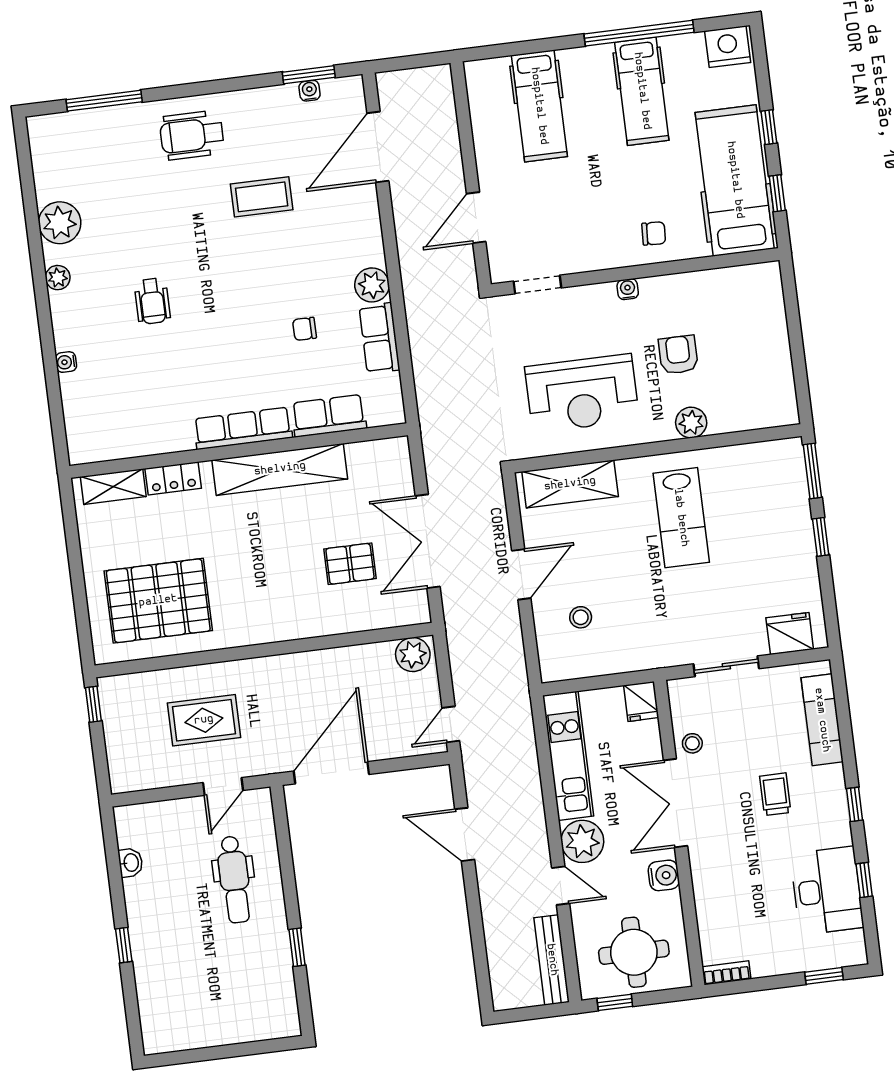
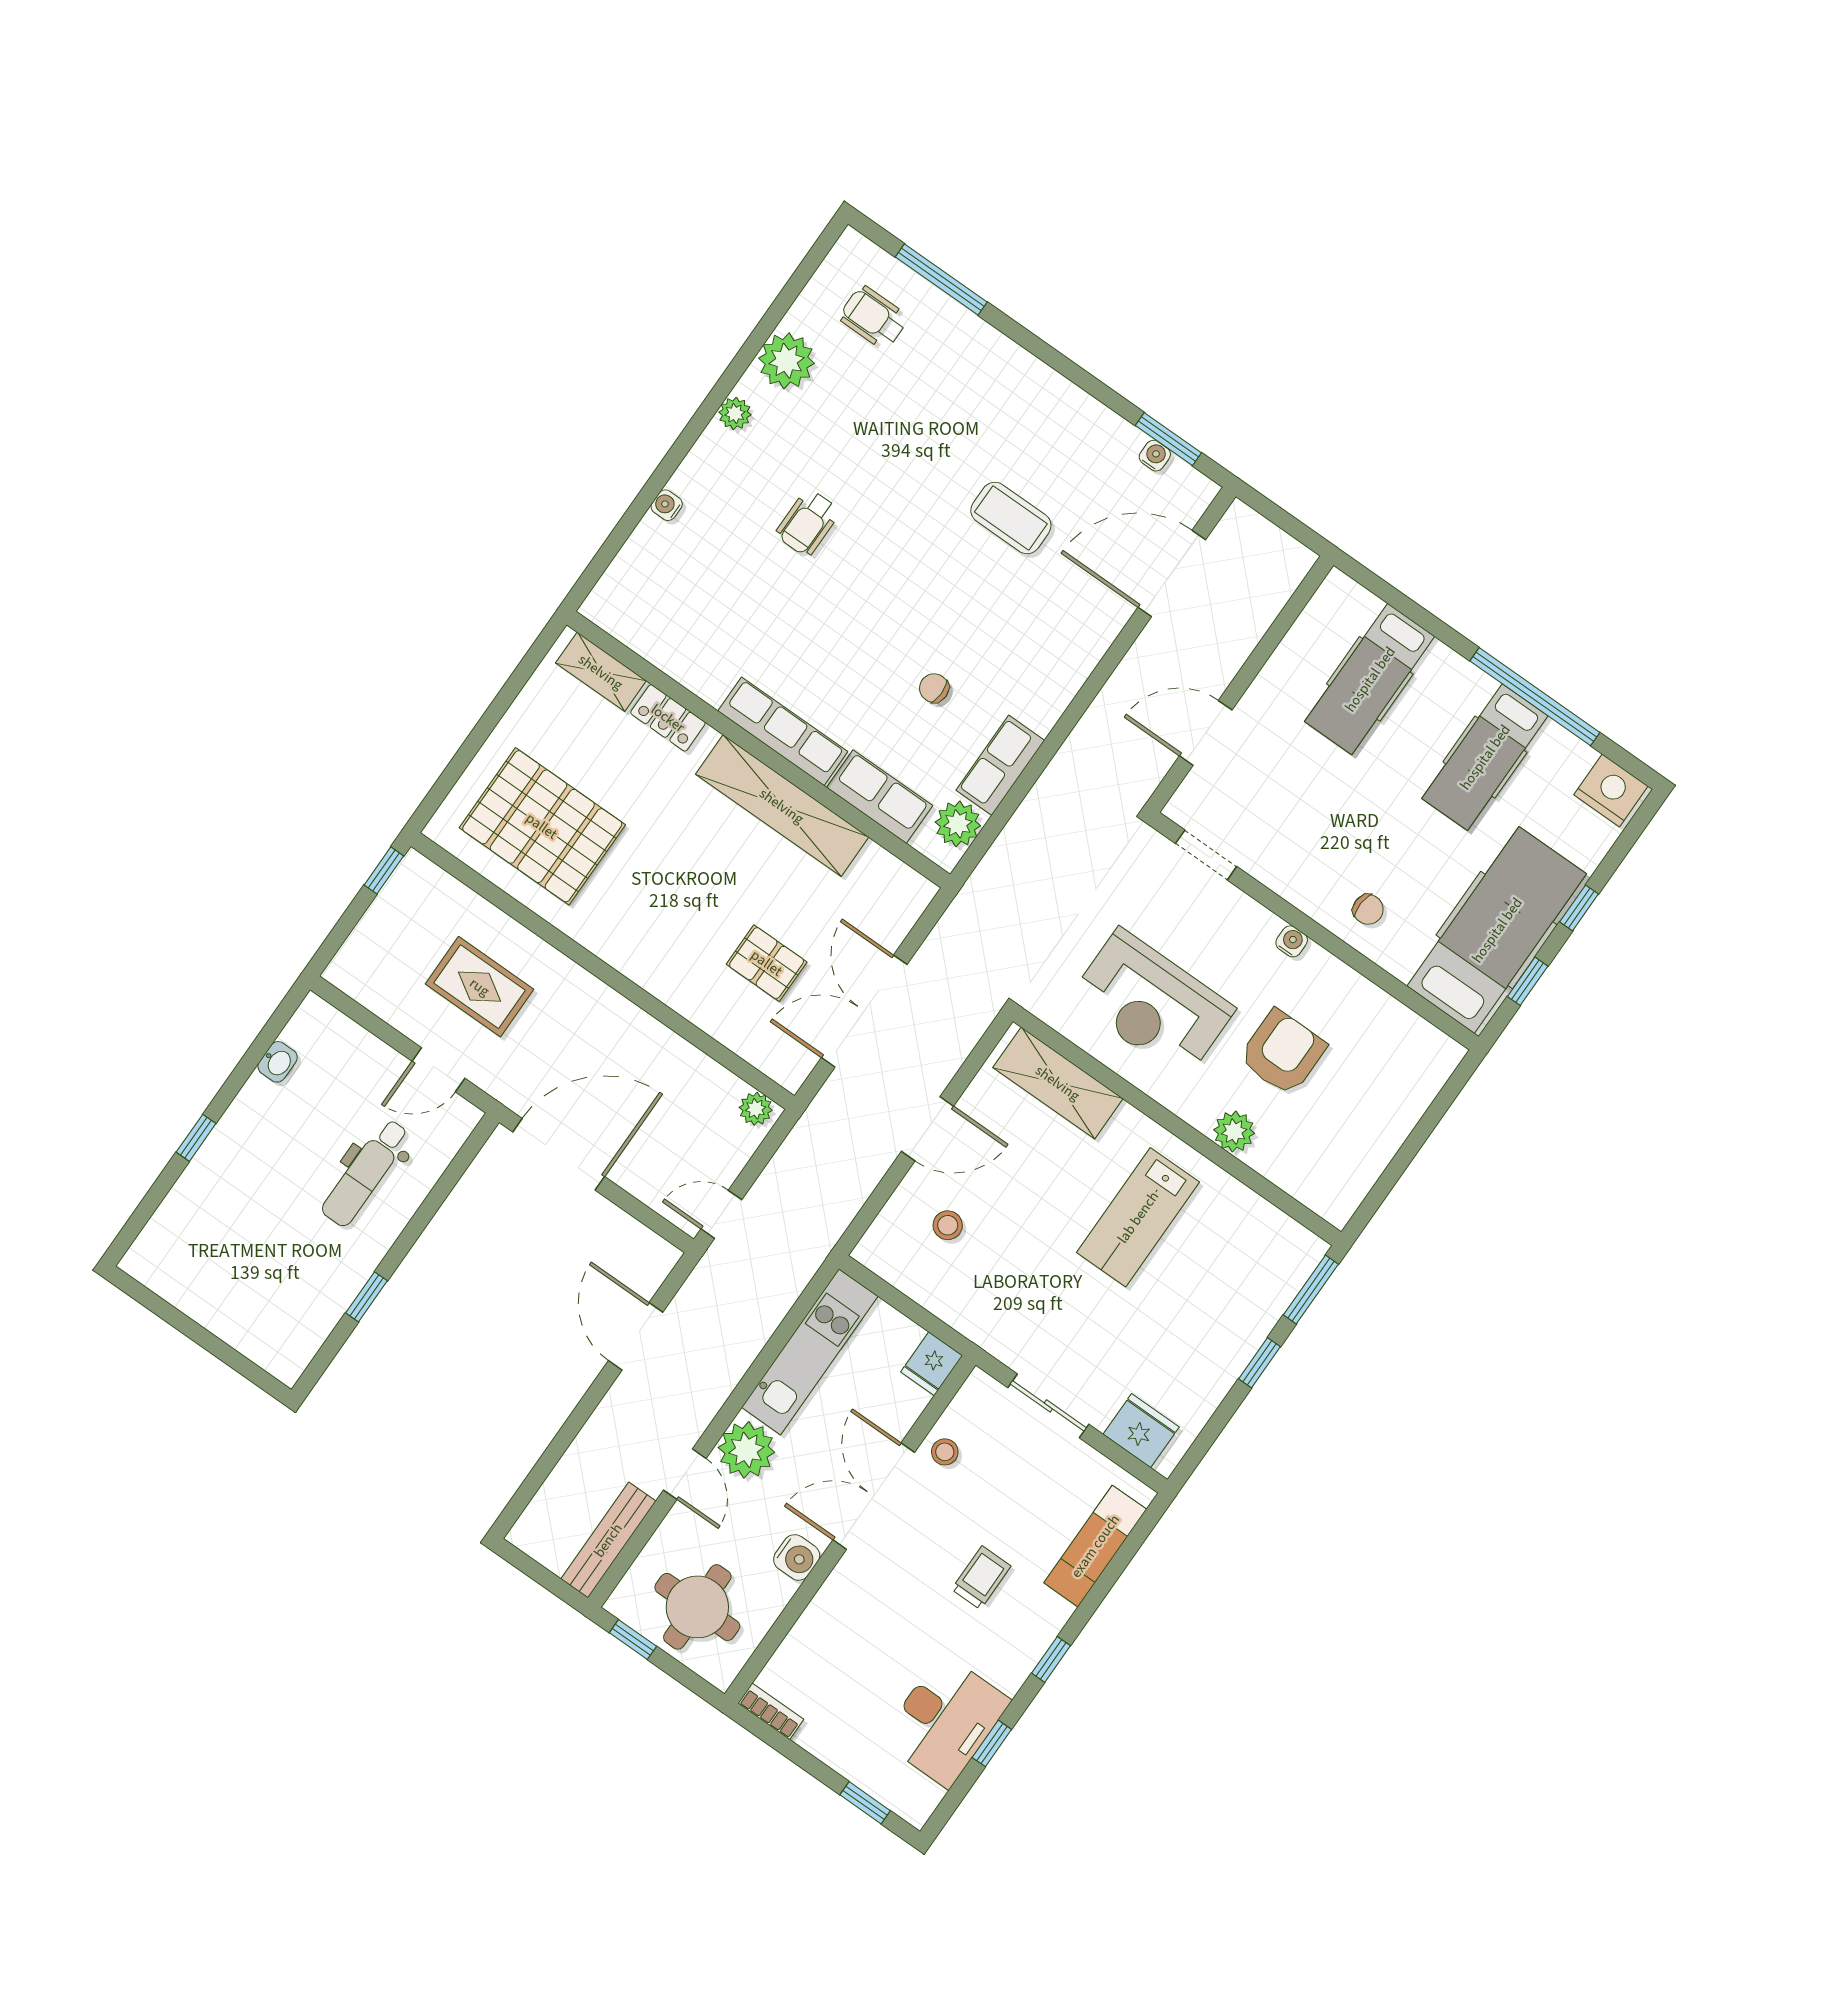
wheelchair: (192, 135) -> (874, 318), moved, width x0.73, depth x0.73
plant: (372, 285) -> (958, 824), moved
armchair: (678, 355) -> (1283, 1052), width x1.38, depth x1.38
plant: (413, 655) -> (756, 1109), width x0.73, depth x0.73

